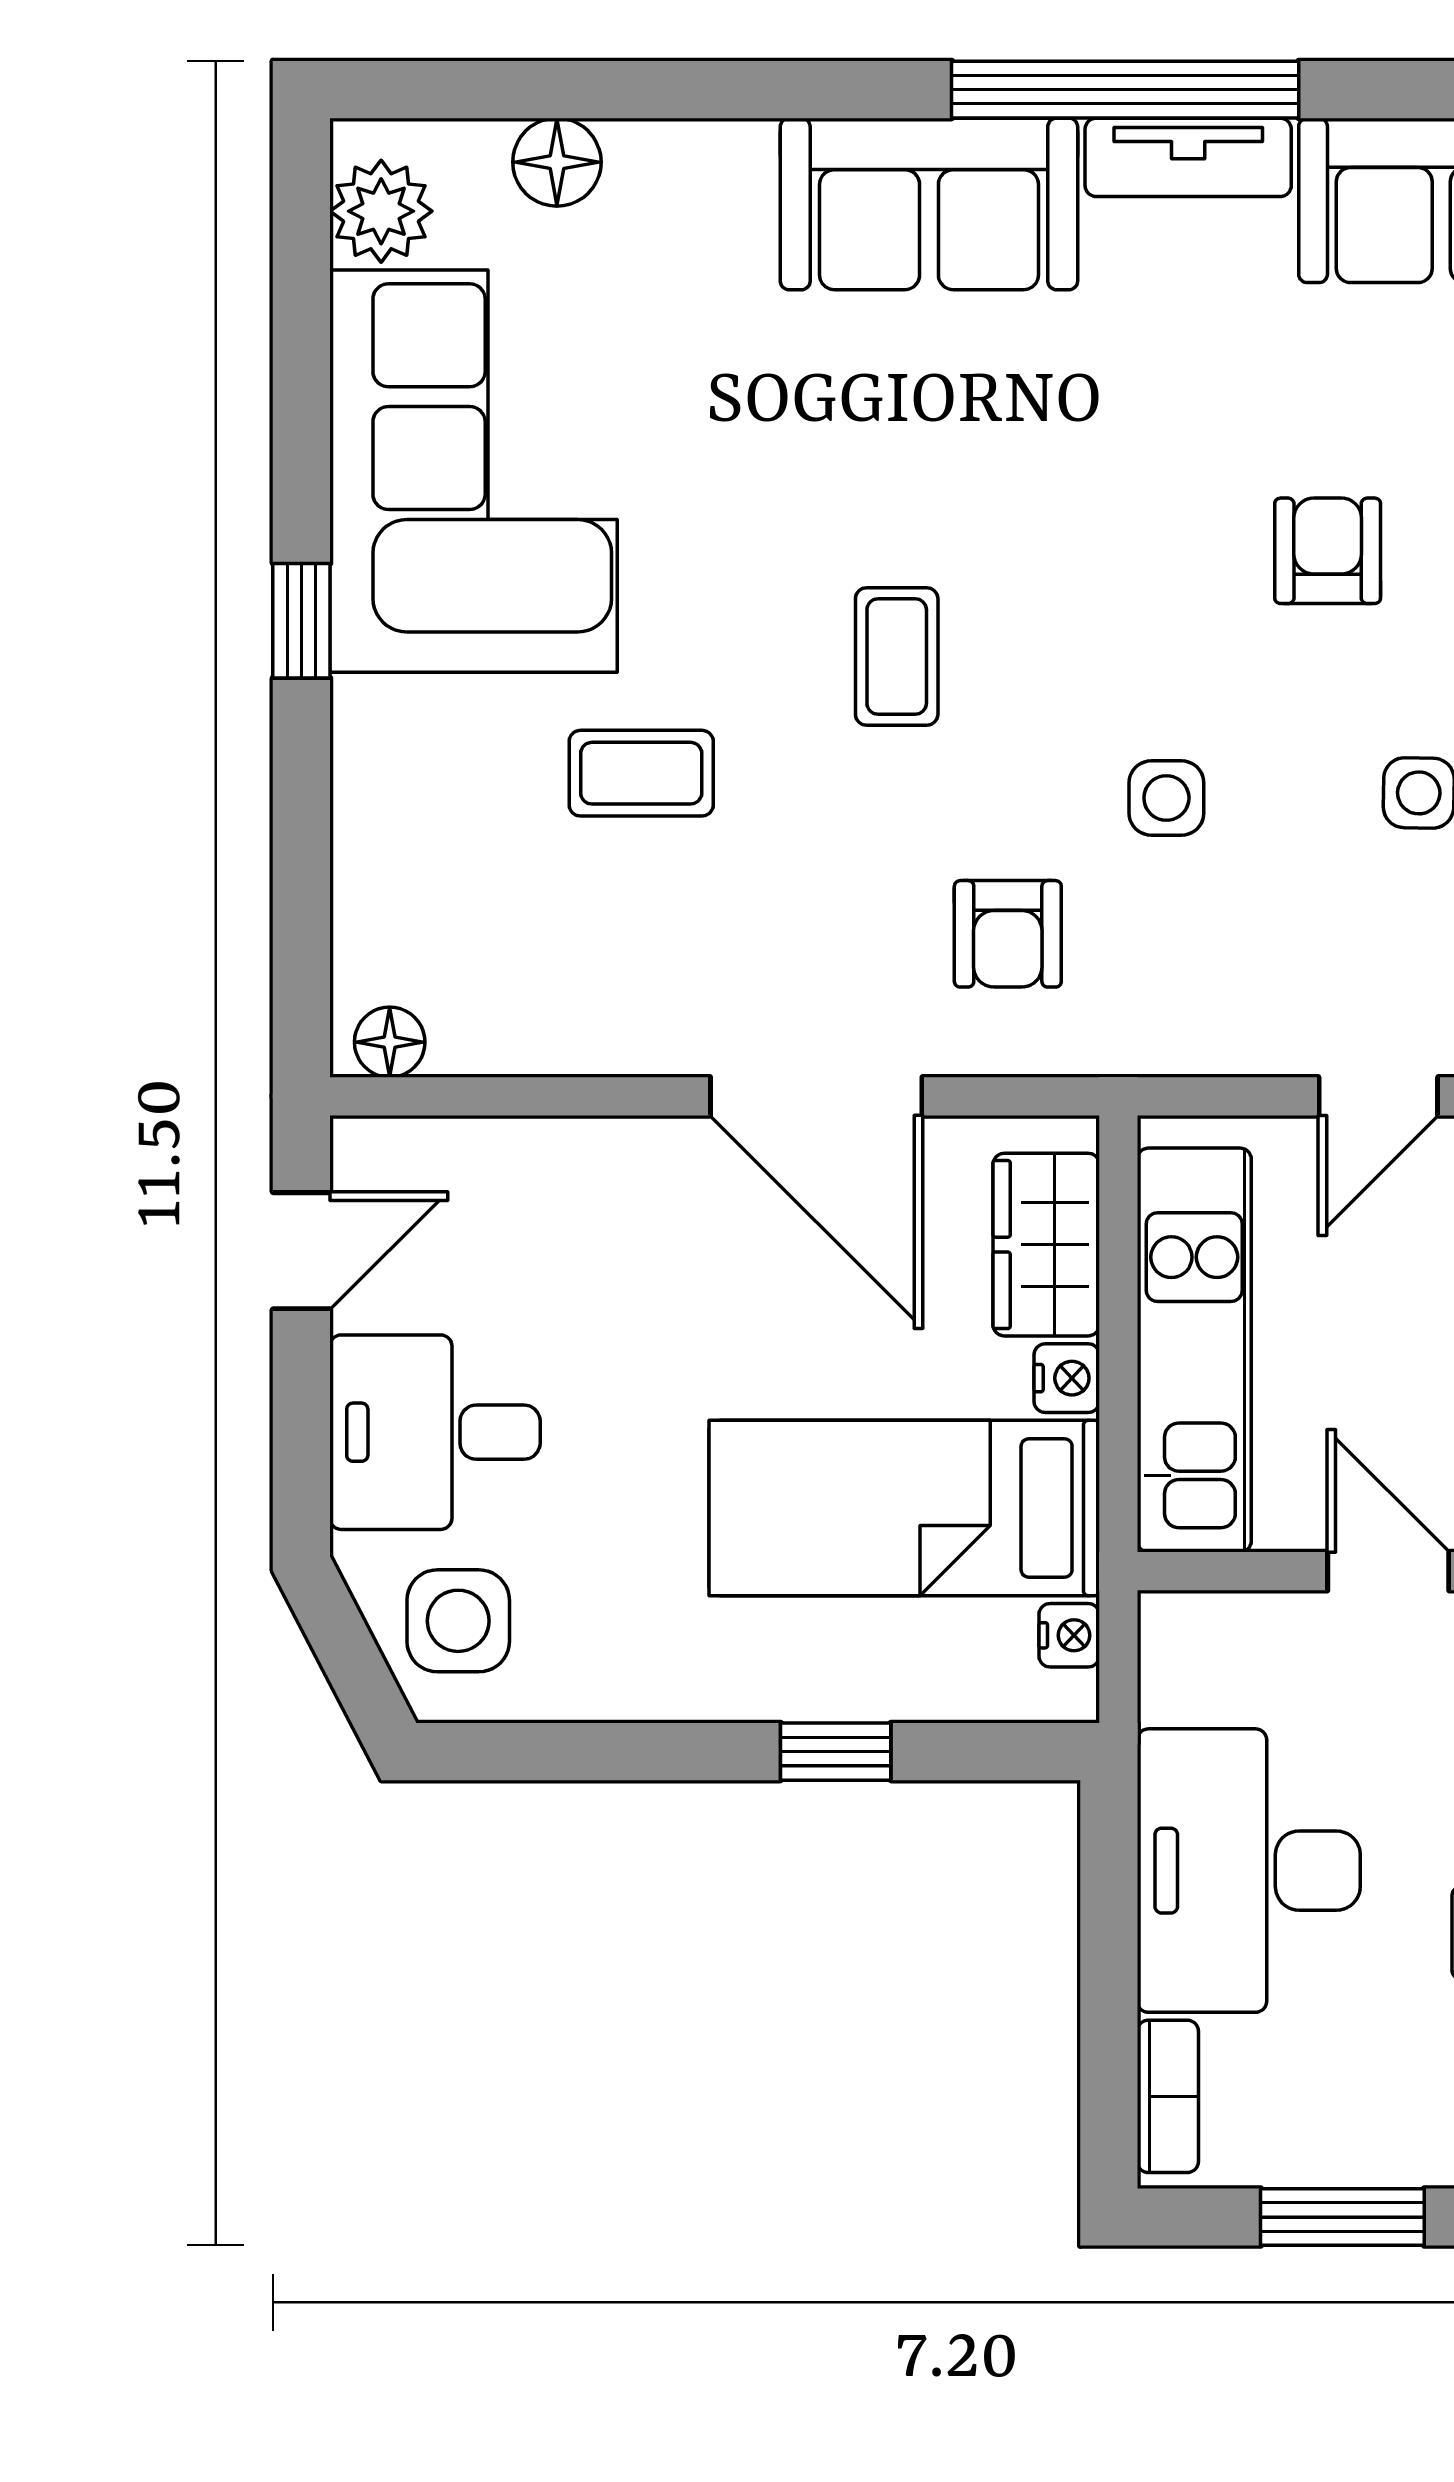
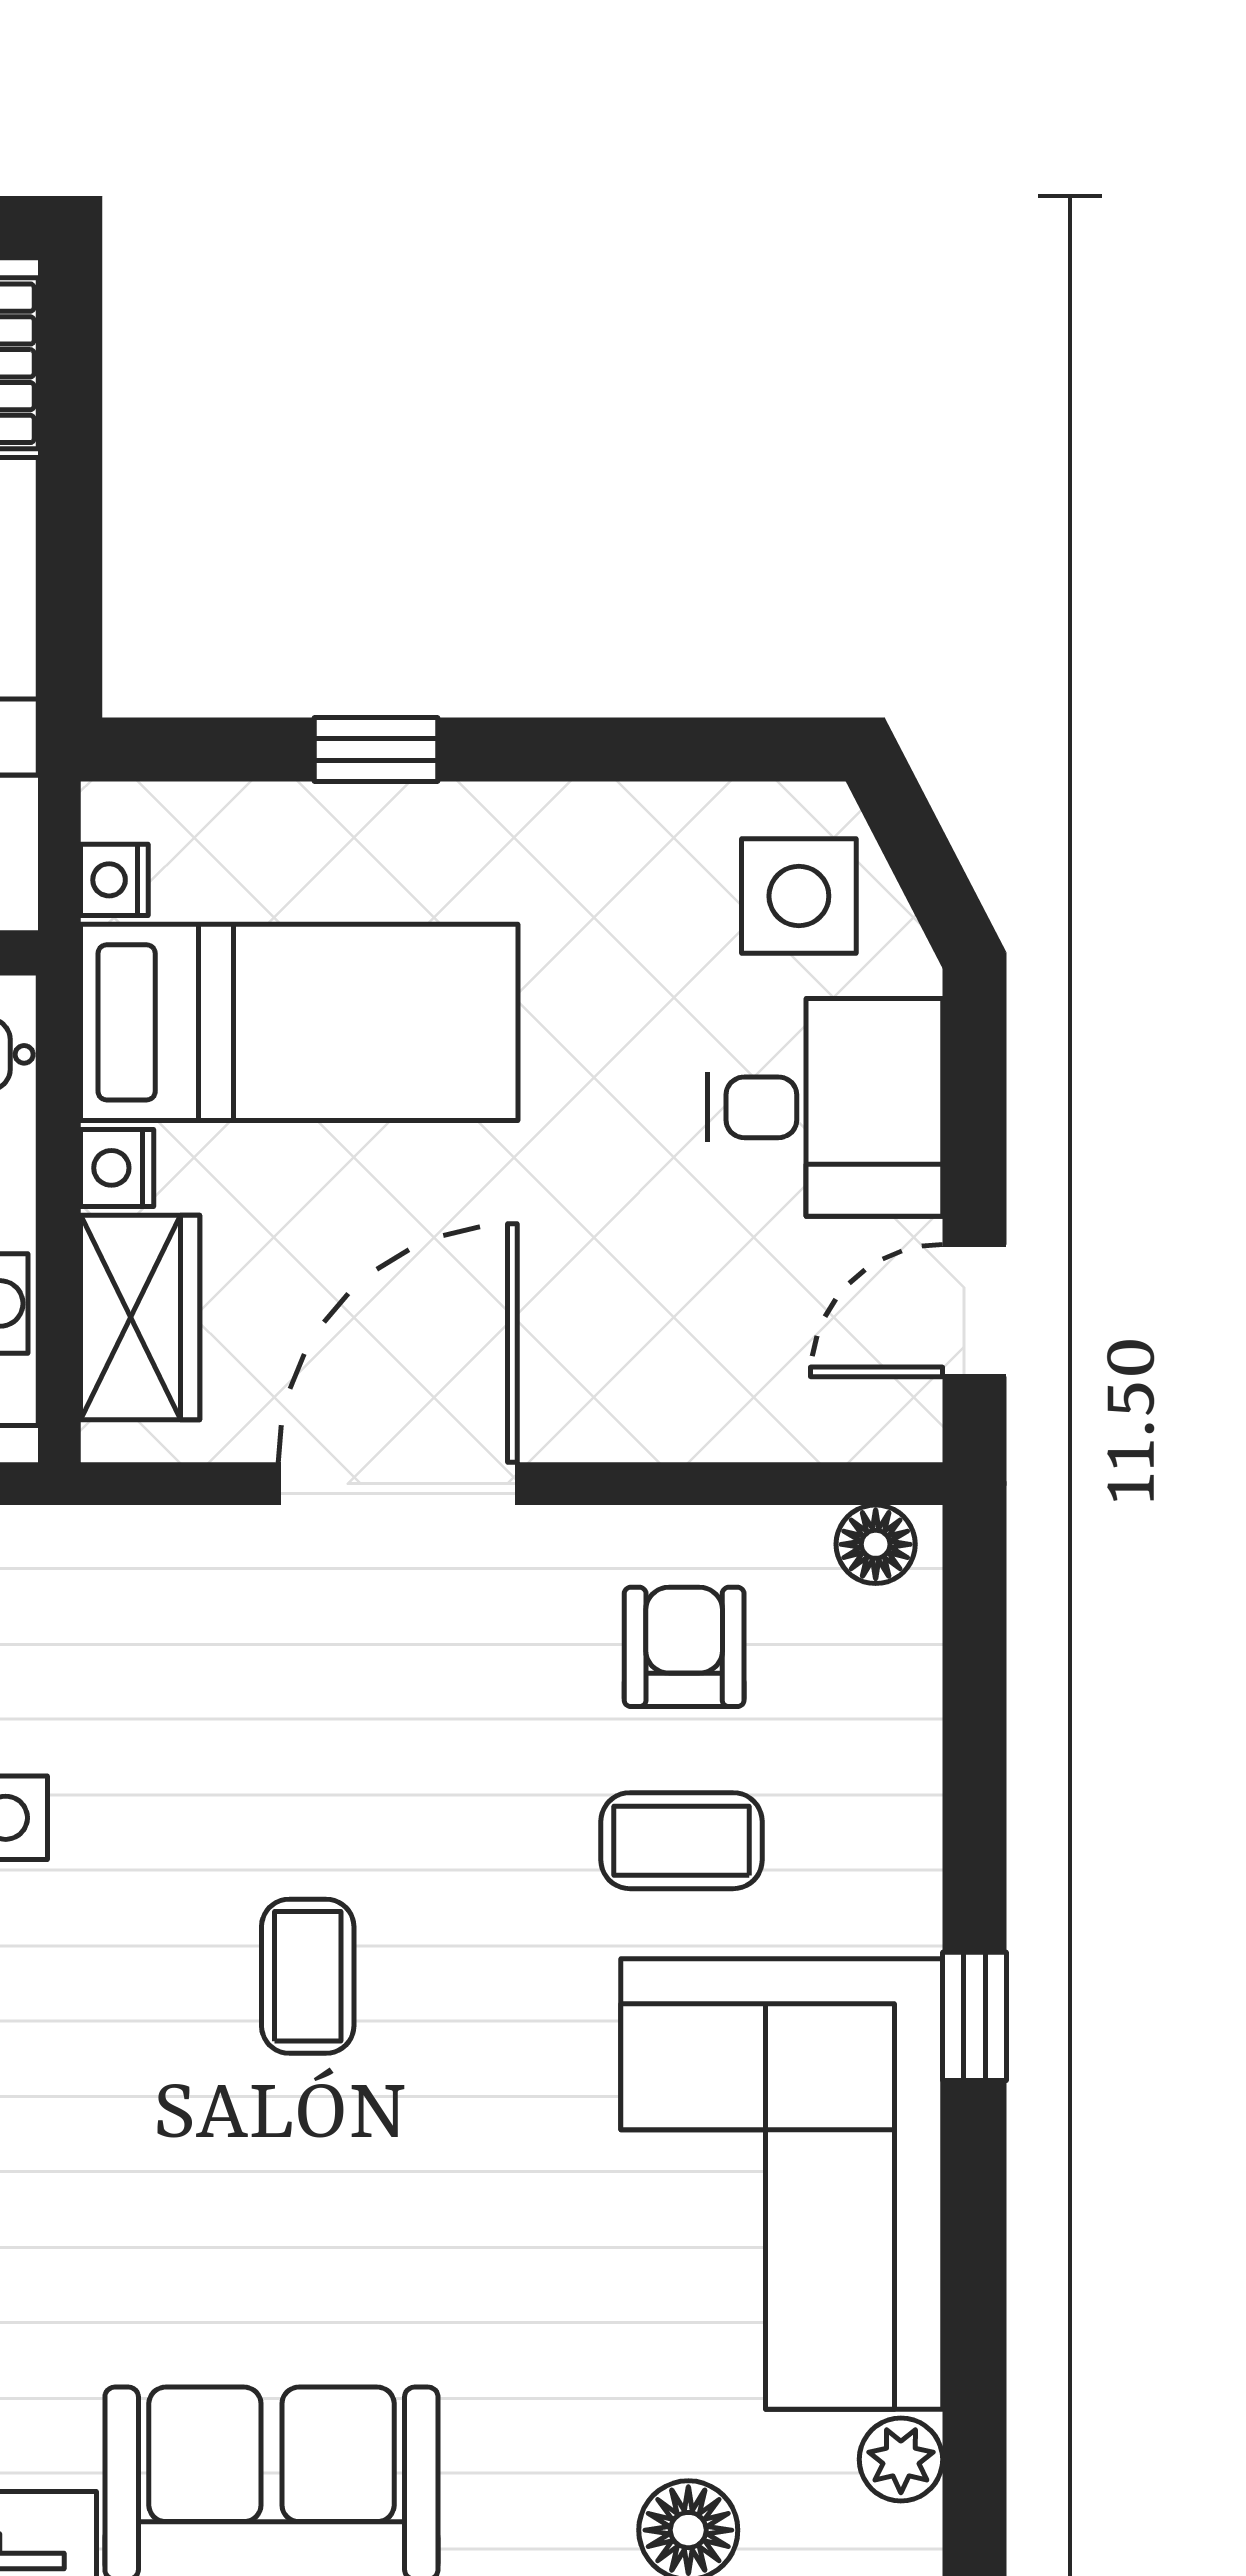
plant: (381, 211) -> (901, 2459), width x0.73, depth x0.73
coffee table: (641, 773) -> (682, 1841), moved
armchair: (1008, 934) -> (684, 1647), moved
door: (816, 1096) -> (398, 1484), hinge flipped

